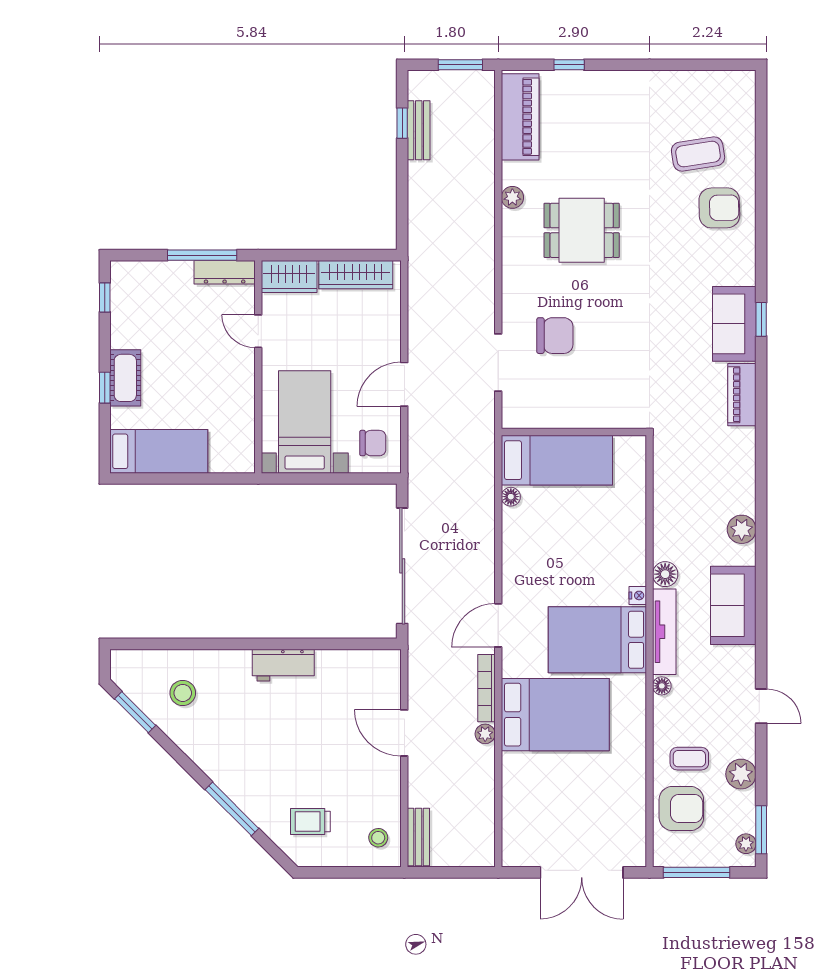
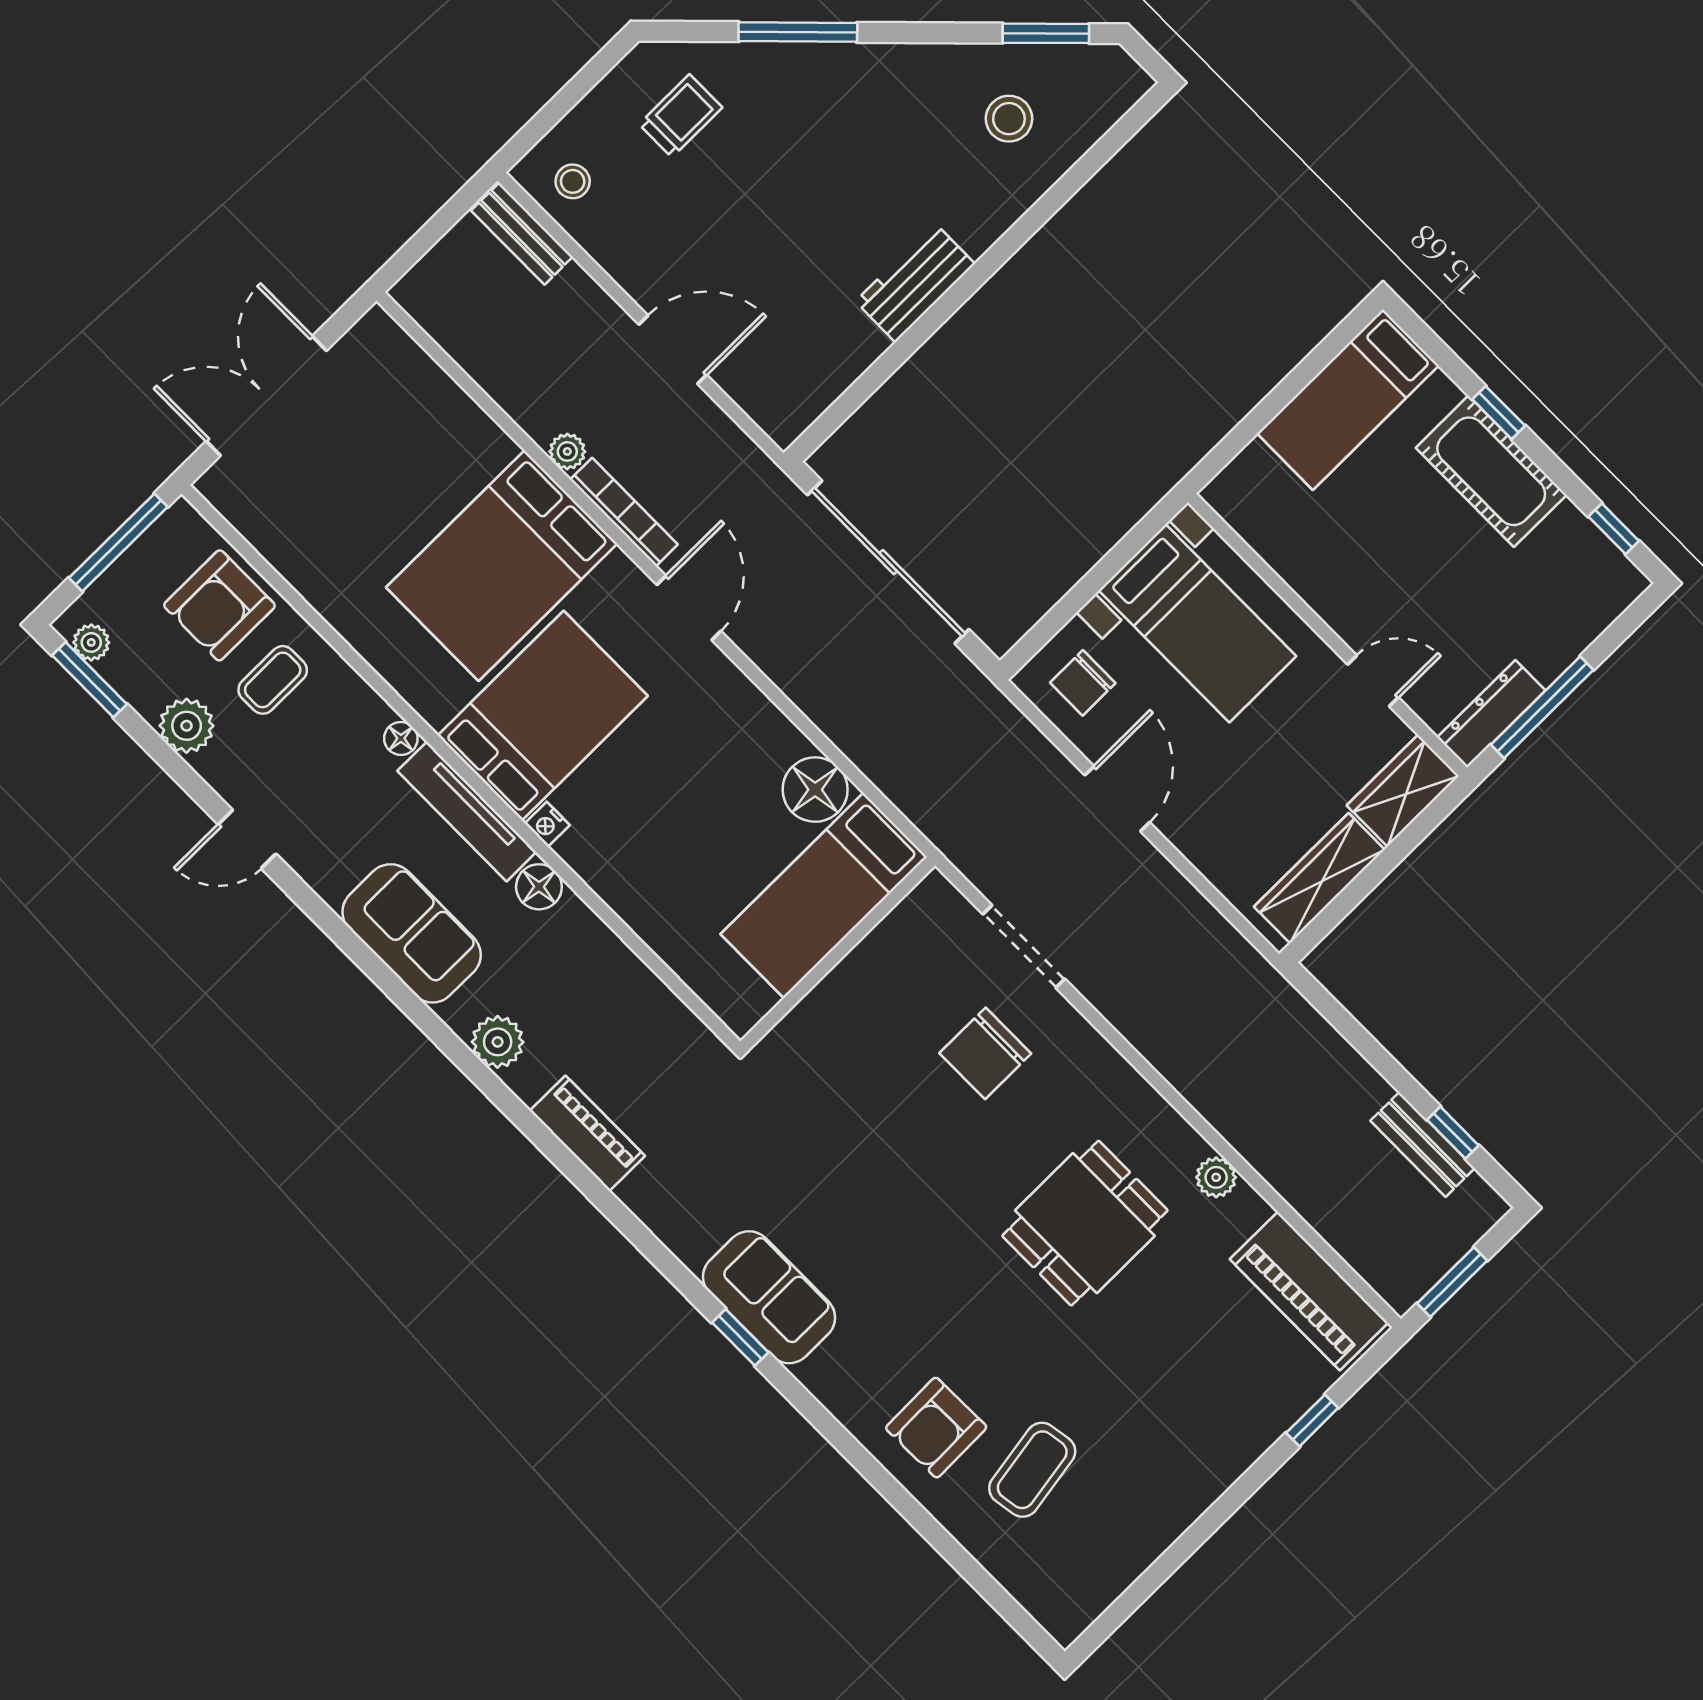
cot: (125, 378) -> (1491, 471), width x1.37, depth x1.34
piano: (742, 395) -> (587, 1133), moved
floor lamp: (511, 497) -> (815, 790), width x1.89, depth x1.89

